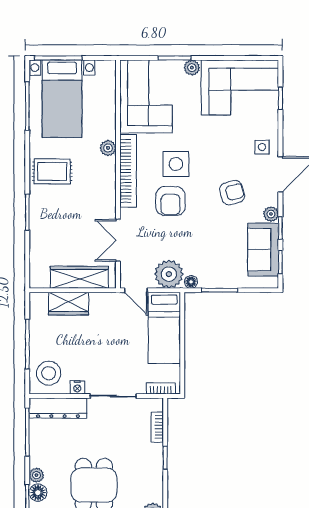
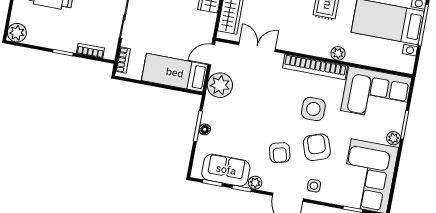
armchair: (171, 201) -> (317, 147), moved, turned 71
floor lamp: (191, 282) -> (205, 129), moved

